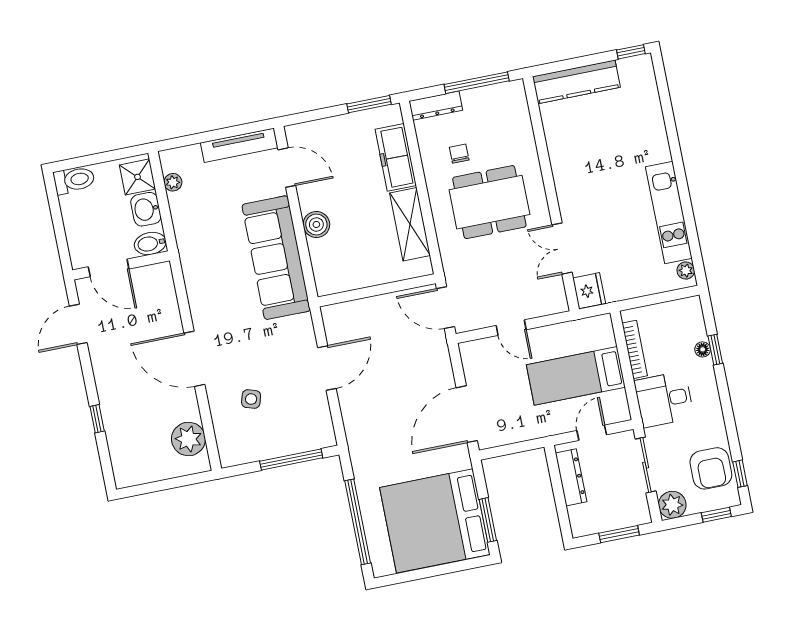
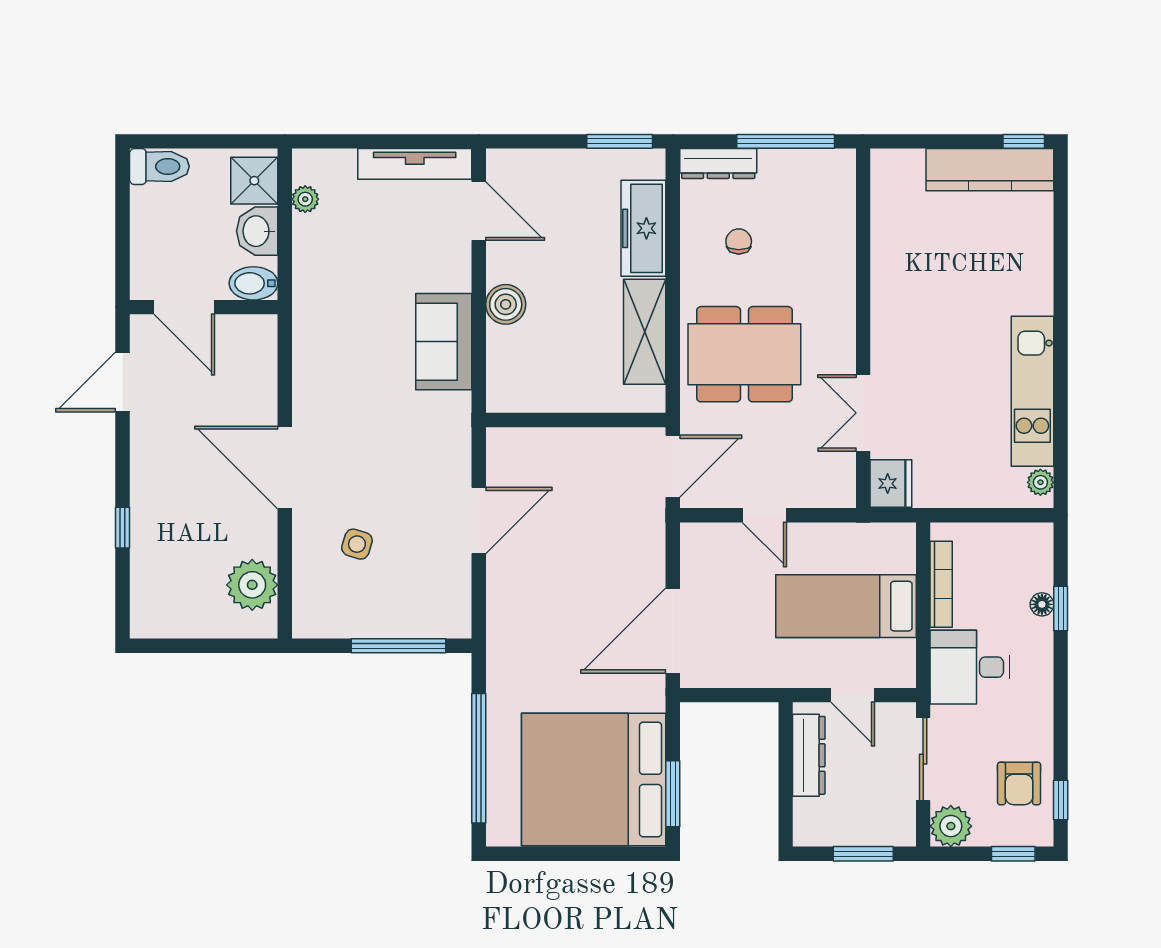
kitchen counter: (576, 82) -> (990, 170), moved
dining table: (489, 202) -> (744, 354), moved
sofa: (276, 258) -> (444, 342), width x0.54, depth x0.79
door: (446, 308) -> (673, 466), swing flipped
door: (592, 433) -> (853, 695), swing flipped
armchair: (711, 468) -> (1019, 783), width x0.72, depth x0.72

